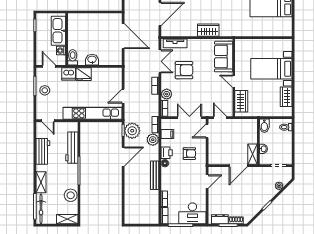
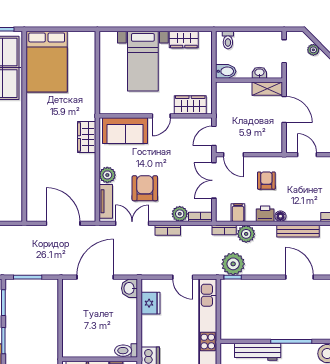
wardrobe: (208, 30) -> (87, 137), moved
plant: (193, 44) -> (107, 175), added
washbasin: (92, 60) -> (130, 288), moved
fridge: (84, 74) -> (151, 303), moved
door: (123, 157) -> (300, 277), moved

